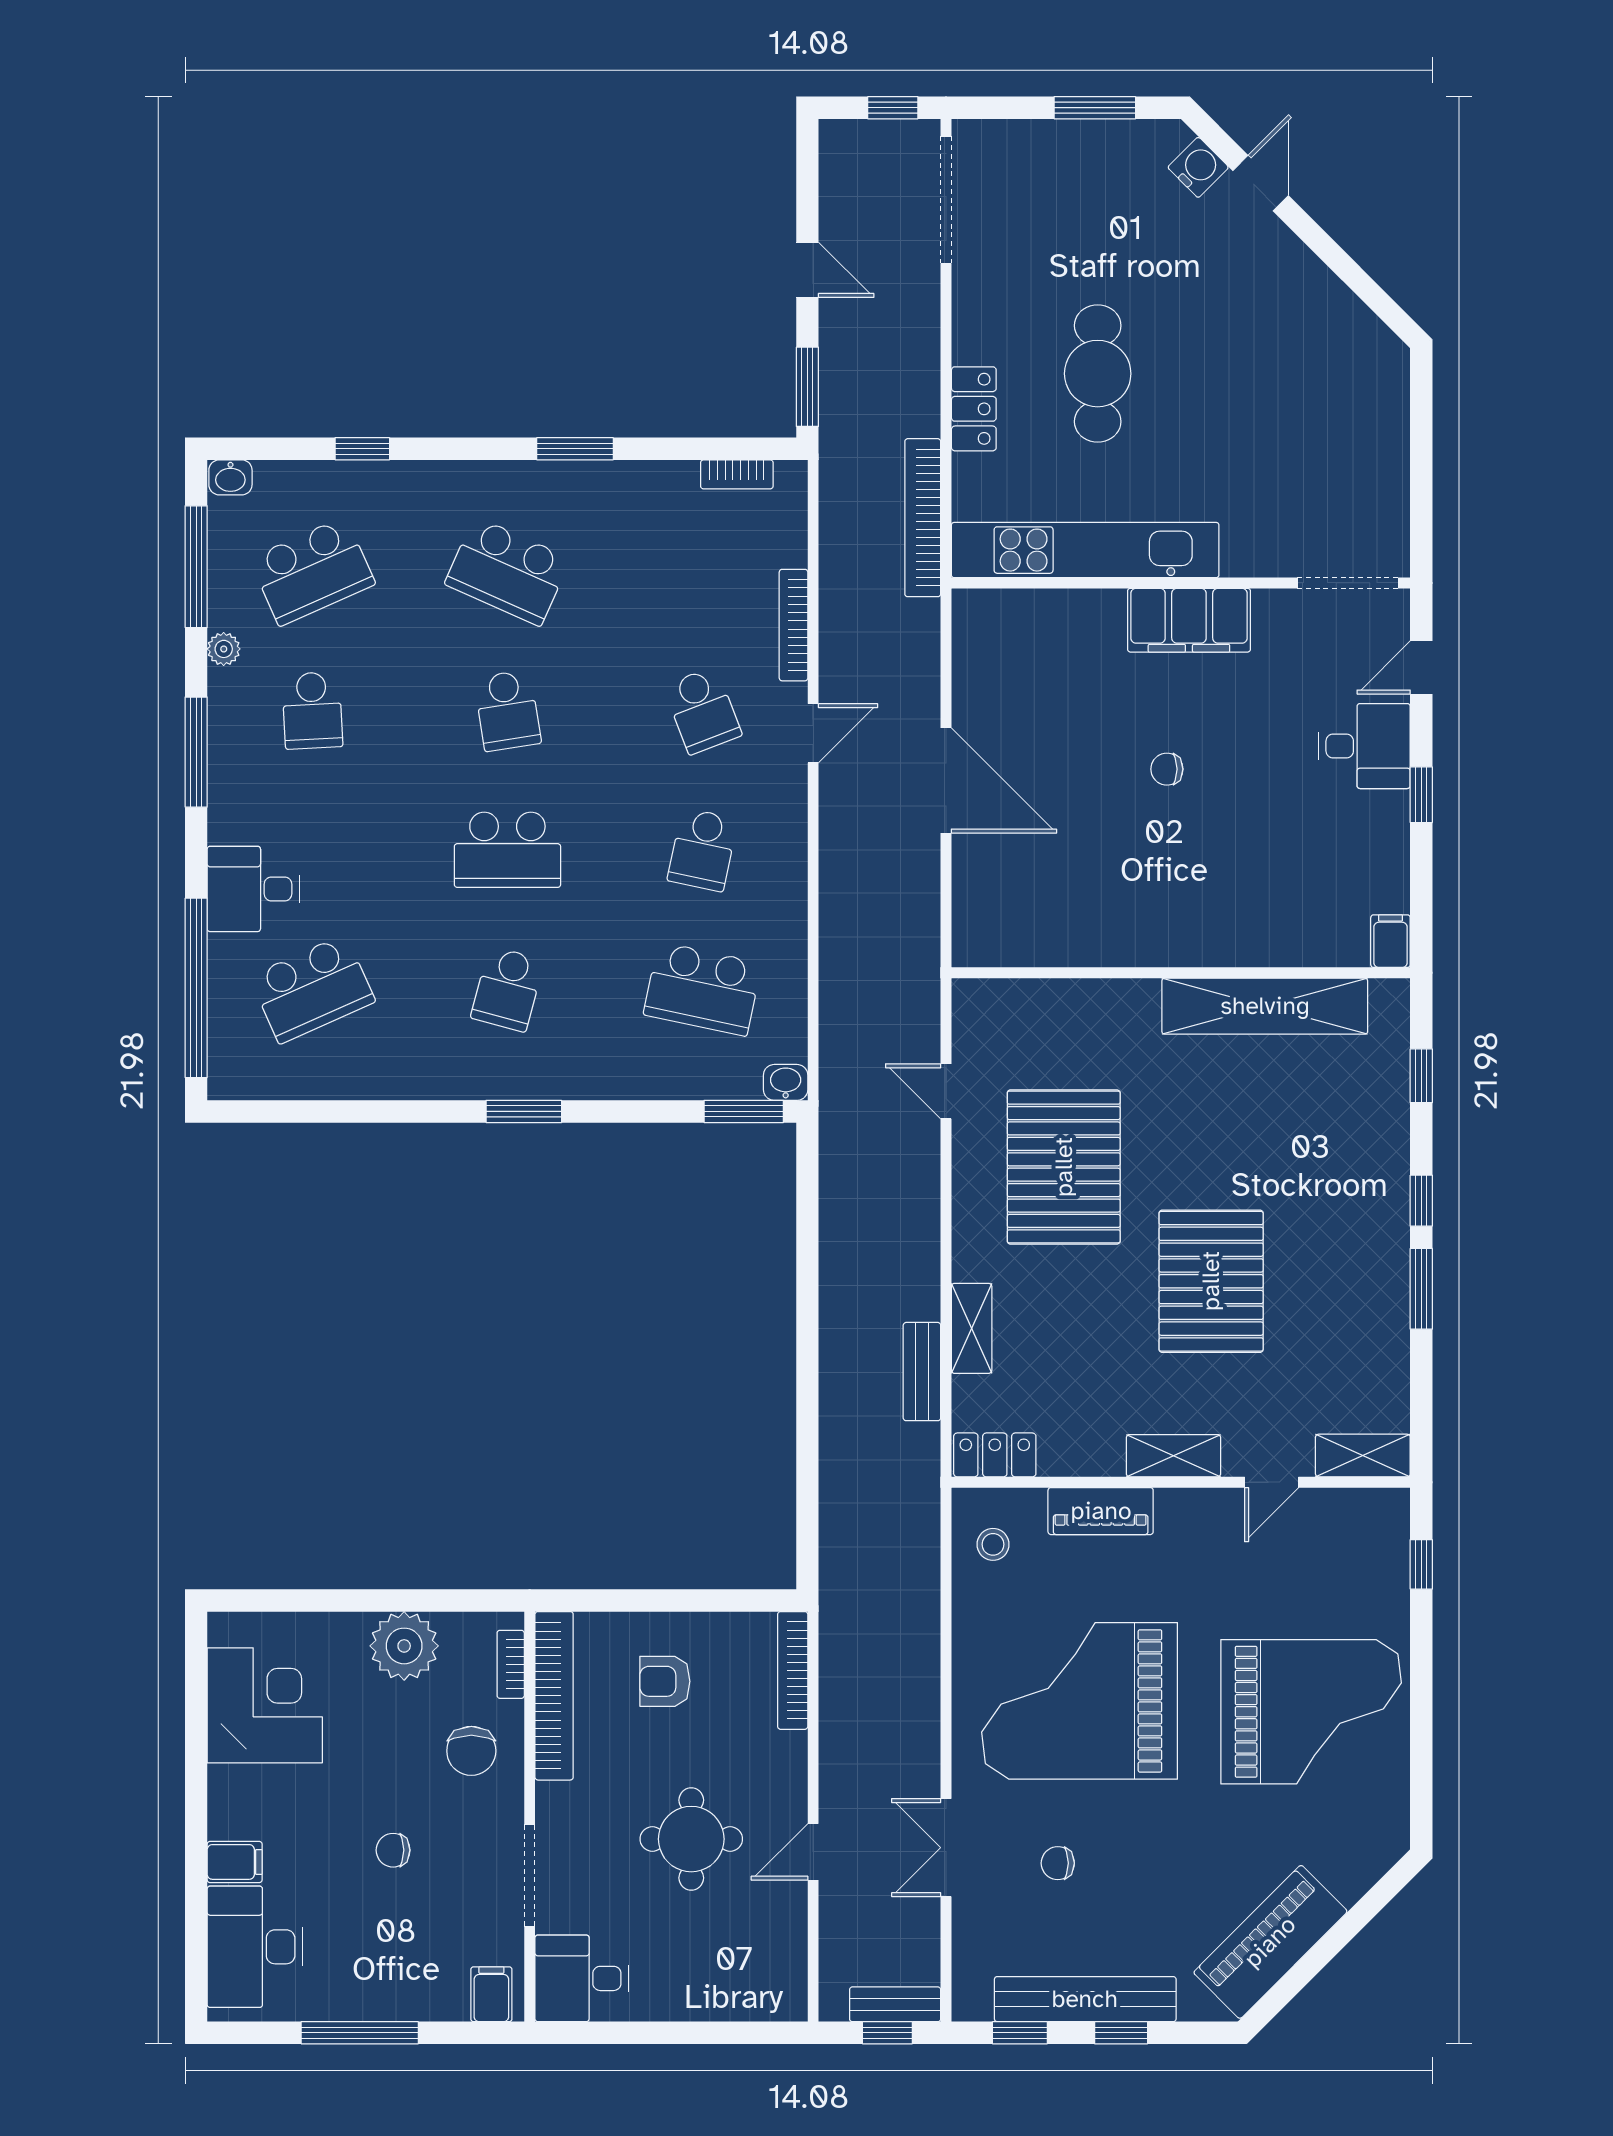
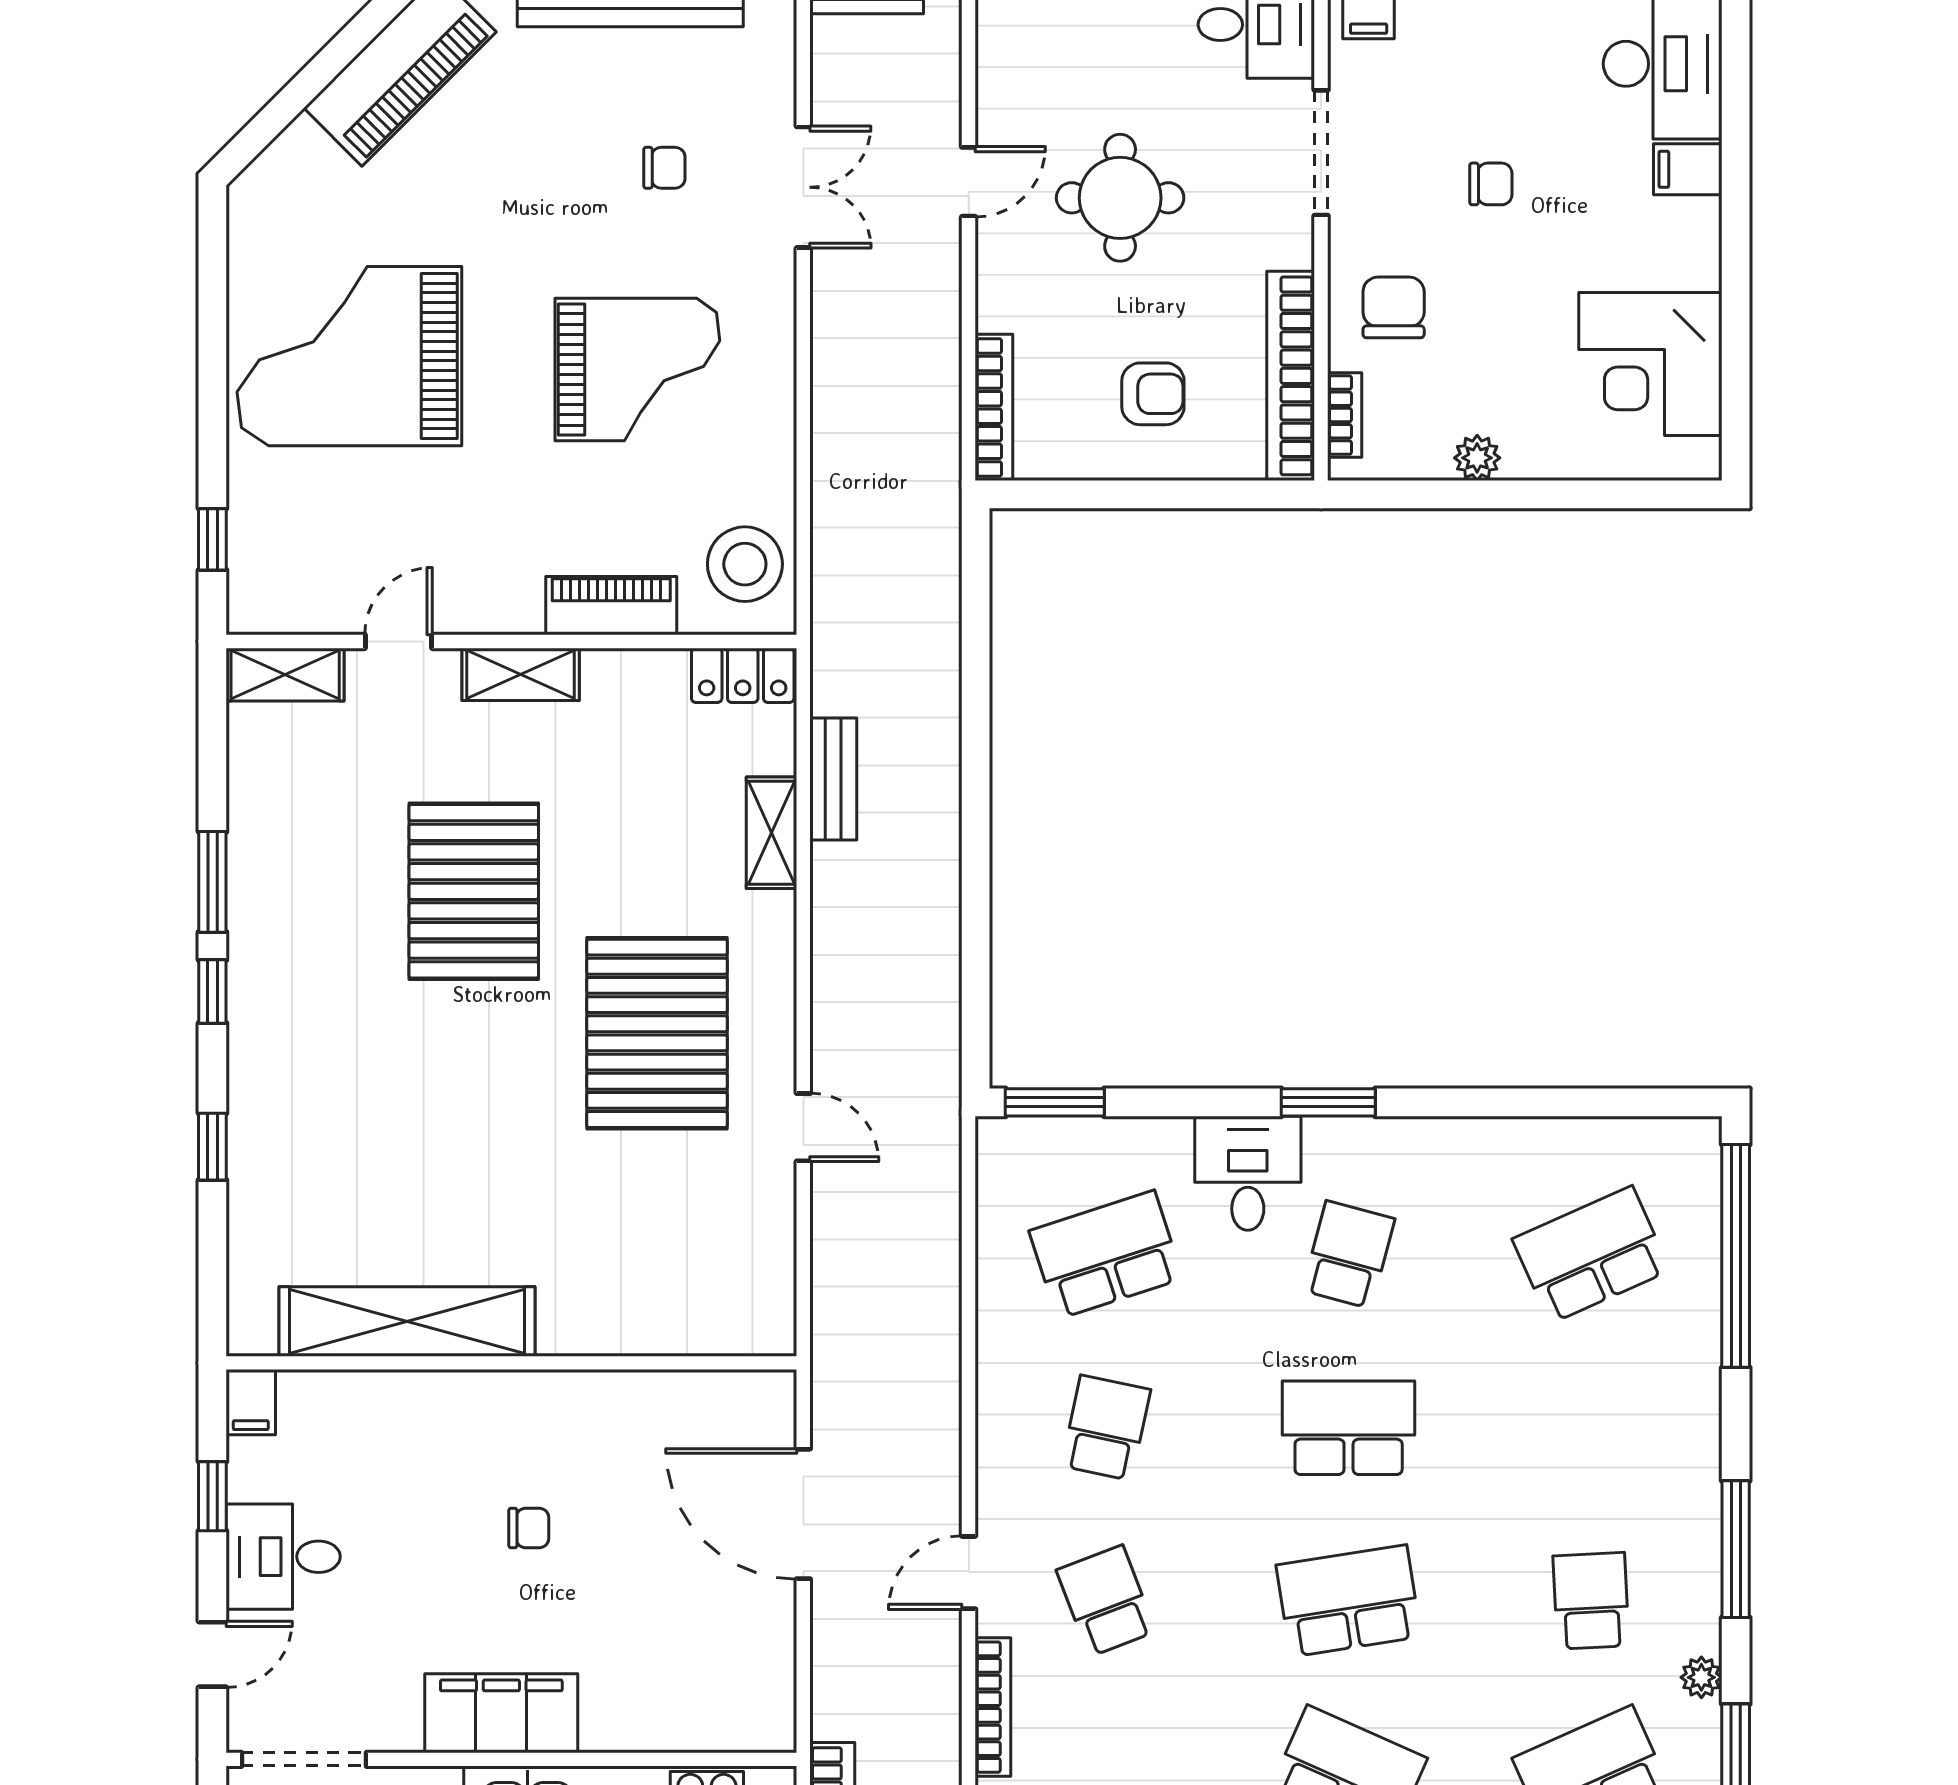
school desk: (507, 710) -> (1349, 1601), width x1.85
desk: (253, 889) -> (1248, 1173), moved, turned -90
filing cabinet: (1390, 941) -> (251, 1402), moved
wall: (1181, 973) -> (511, 1363), moved
school desk: (703, 989) -> (1106, 1255), turned -30
shelving: (1265, 1006) -> (407, 1321), moved
washbasin: (786, 1082) -> (1003, 1138), removed
stool: (993, 1544) -> (745, 564), width x1.89, depth x1.89
plant: (404, 1646) -> (1477, 458), width x0.53, depth x0.53
grand piano: (1079, 1701) -> (637, 370), width x0.73, depth x0.68

